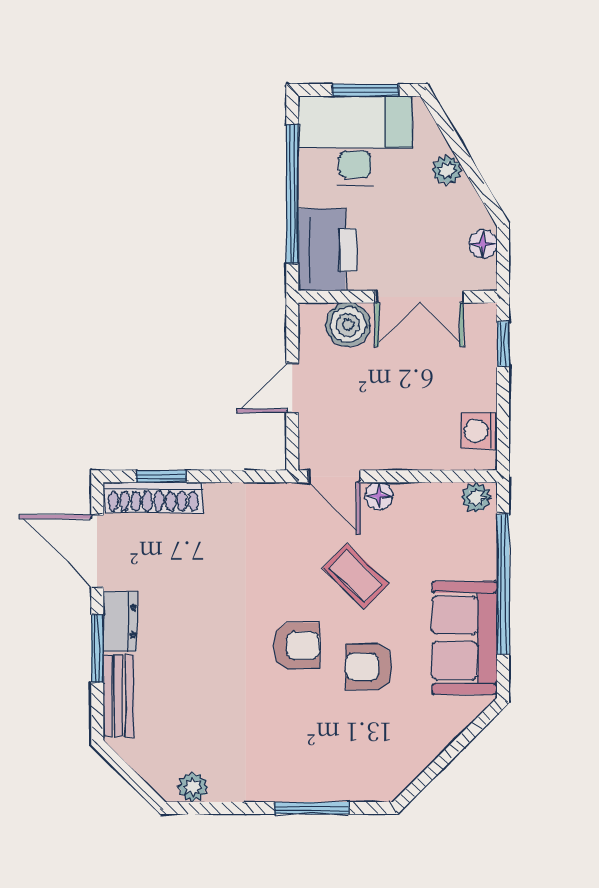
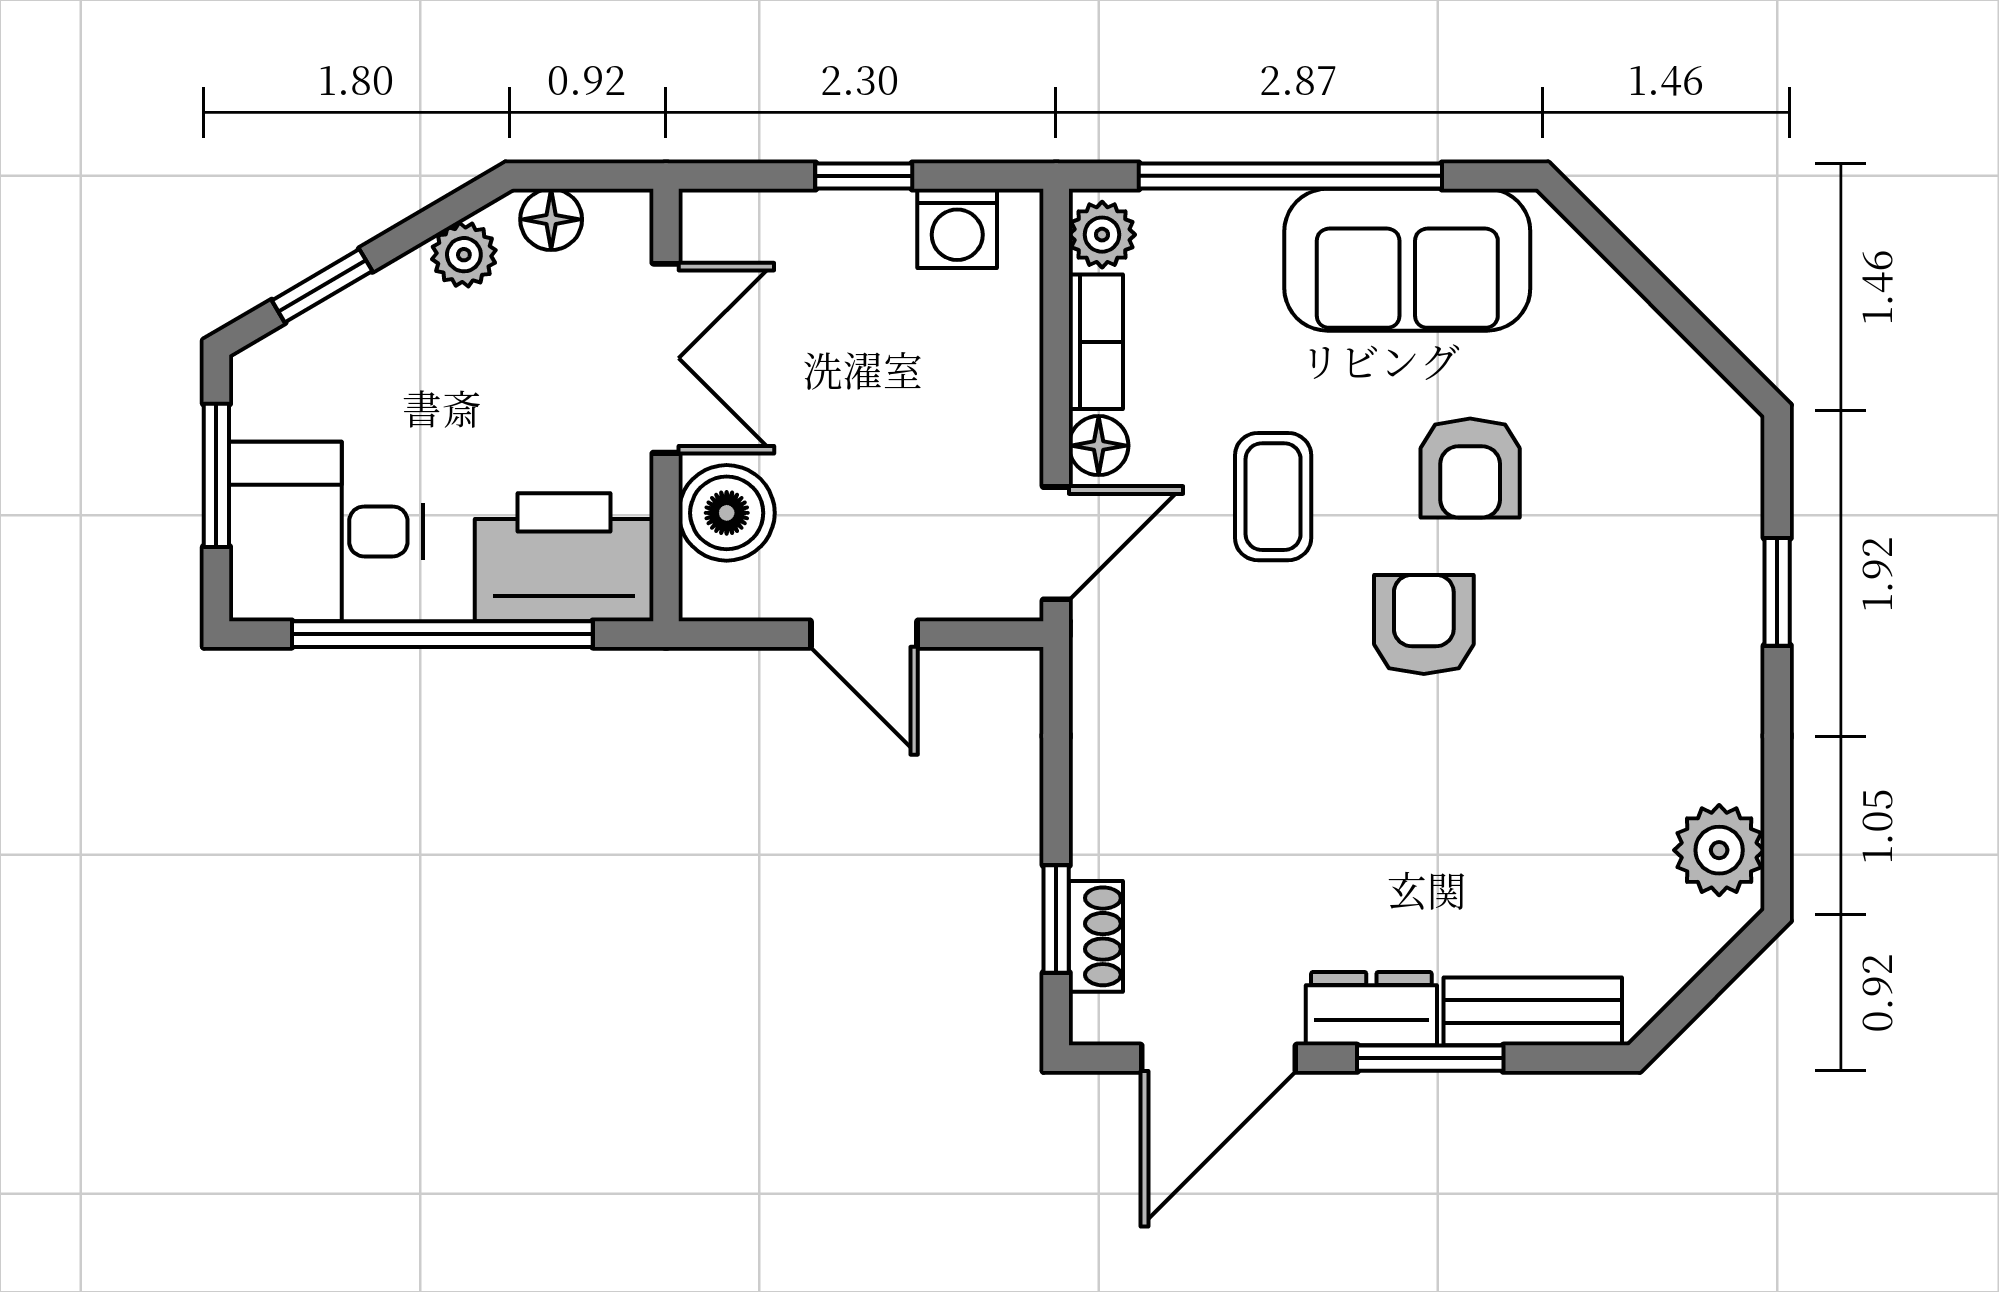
window: (453, 139) -> (322, 286), added
desk: (355, 140) -> (326, 531), width x0.73
plant: (447, 170) -> (464, 255), moved
window: (503, 344) -> (864, 176), moved
bookcase: (427, 495) -> (1096, 342), added
shoe rack: (153, 498) -> (1096, 936), width x0.51, depth x0.81
coffee table: (356, 576) -> (1273, 497), turned -44
plant: (193, 787) -> (1719, 850), width x1.38, depth x1.38
window: (312, 808) -> (1777, 592), width x0.67

